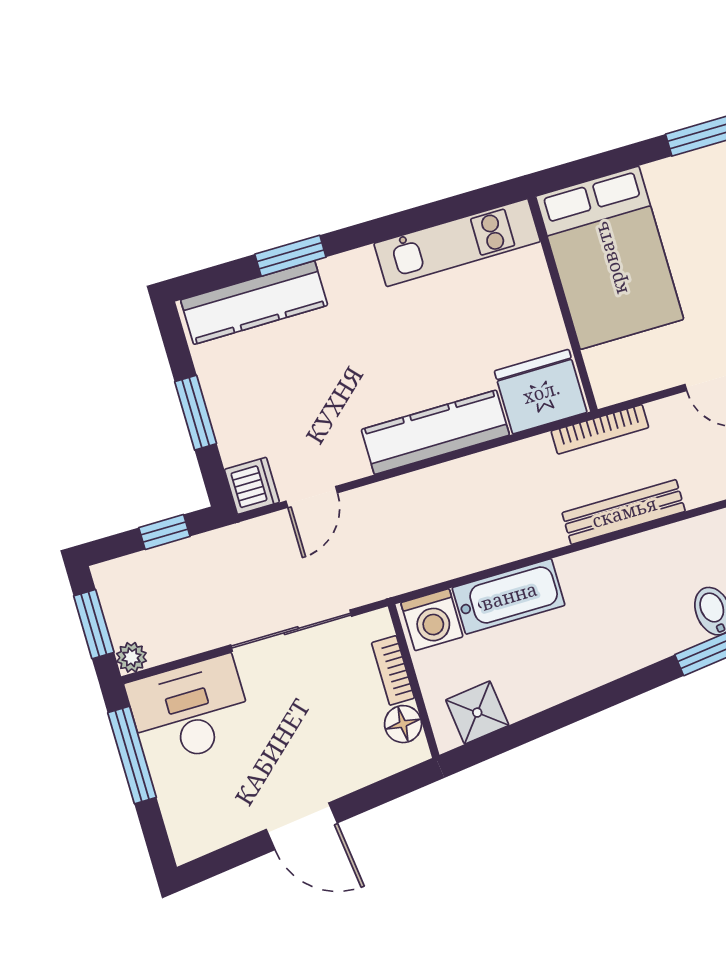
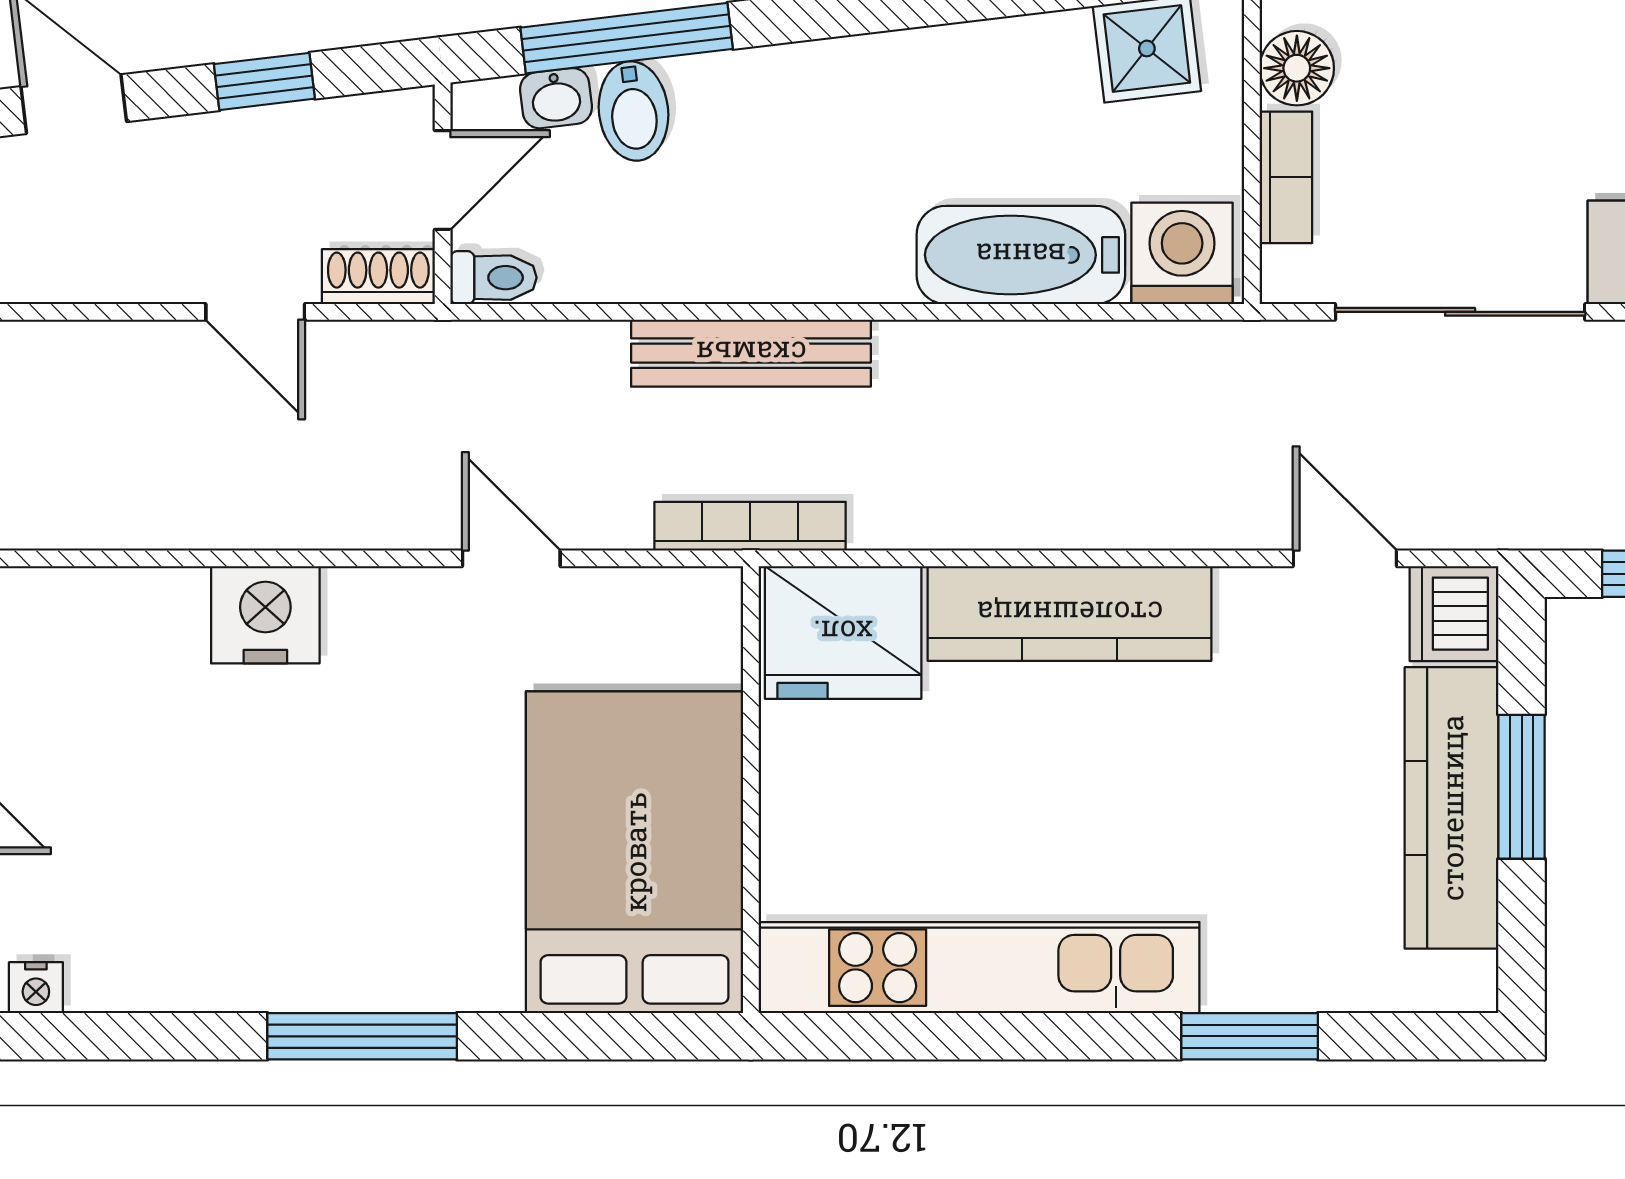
kitchen unit: (457, 243) -> (979, 968), width x1.36
kitchen counter: (254, 303) -> (1452, 808), moved, turned -90
door: (312, 497) -> (1345, 558), hinge flipped

